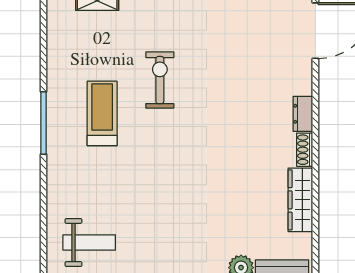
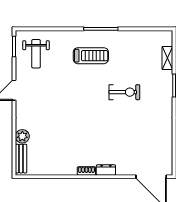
treadmill: (102, 113) -> (91, 56), moved
wardrobe: (300, 200) -> (59, 169), removed

